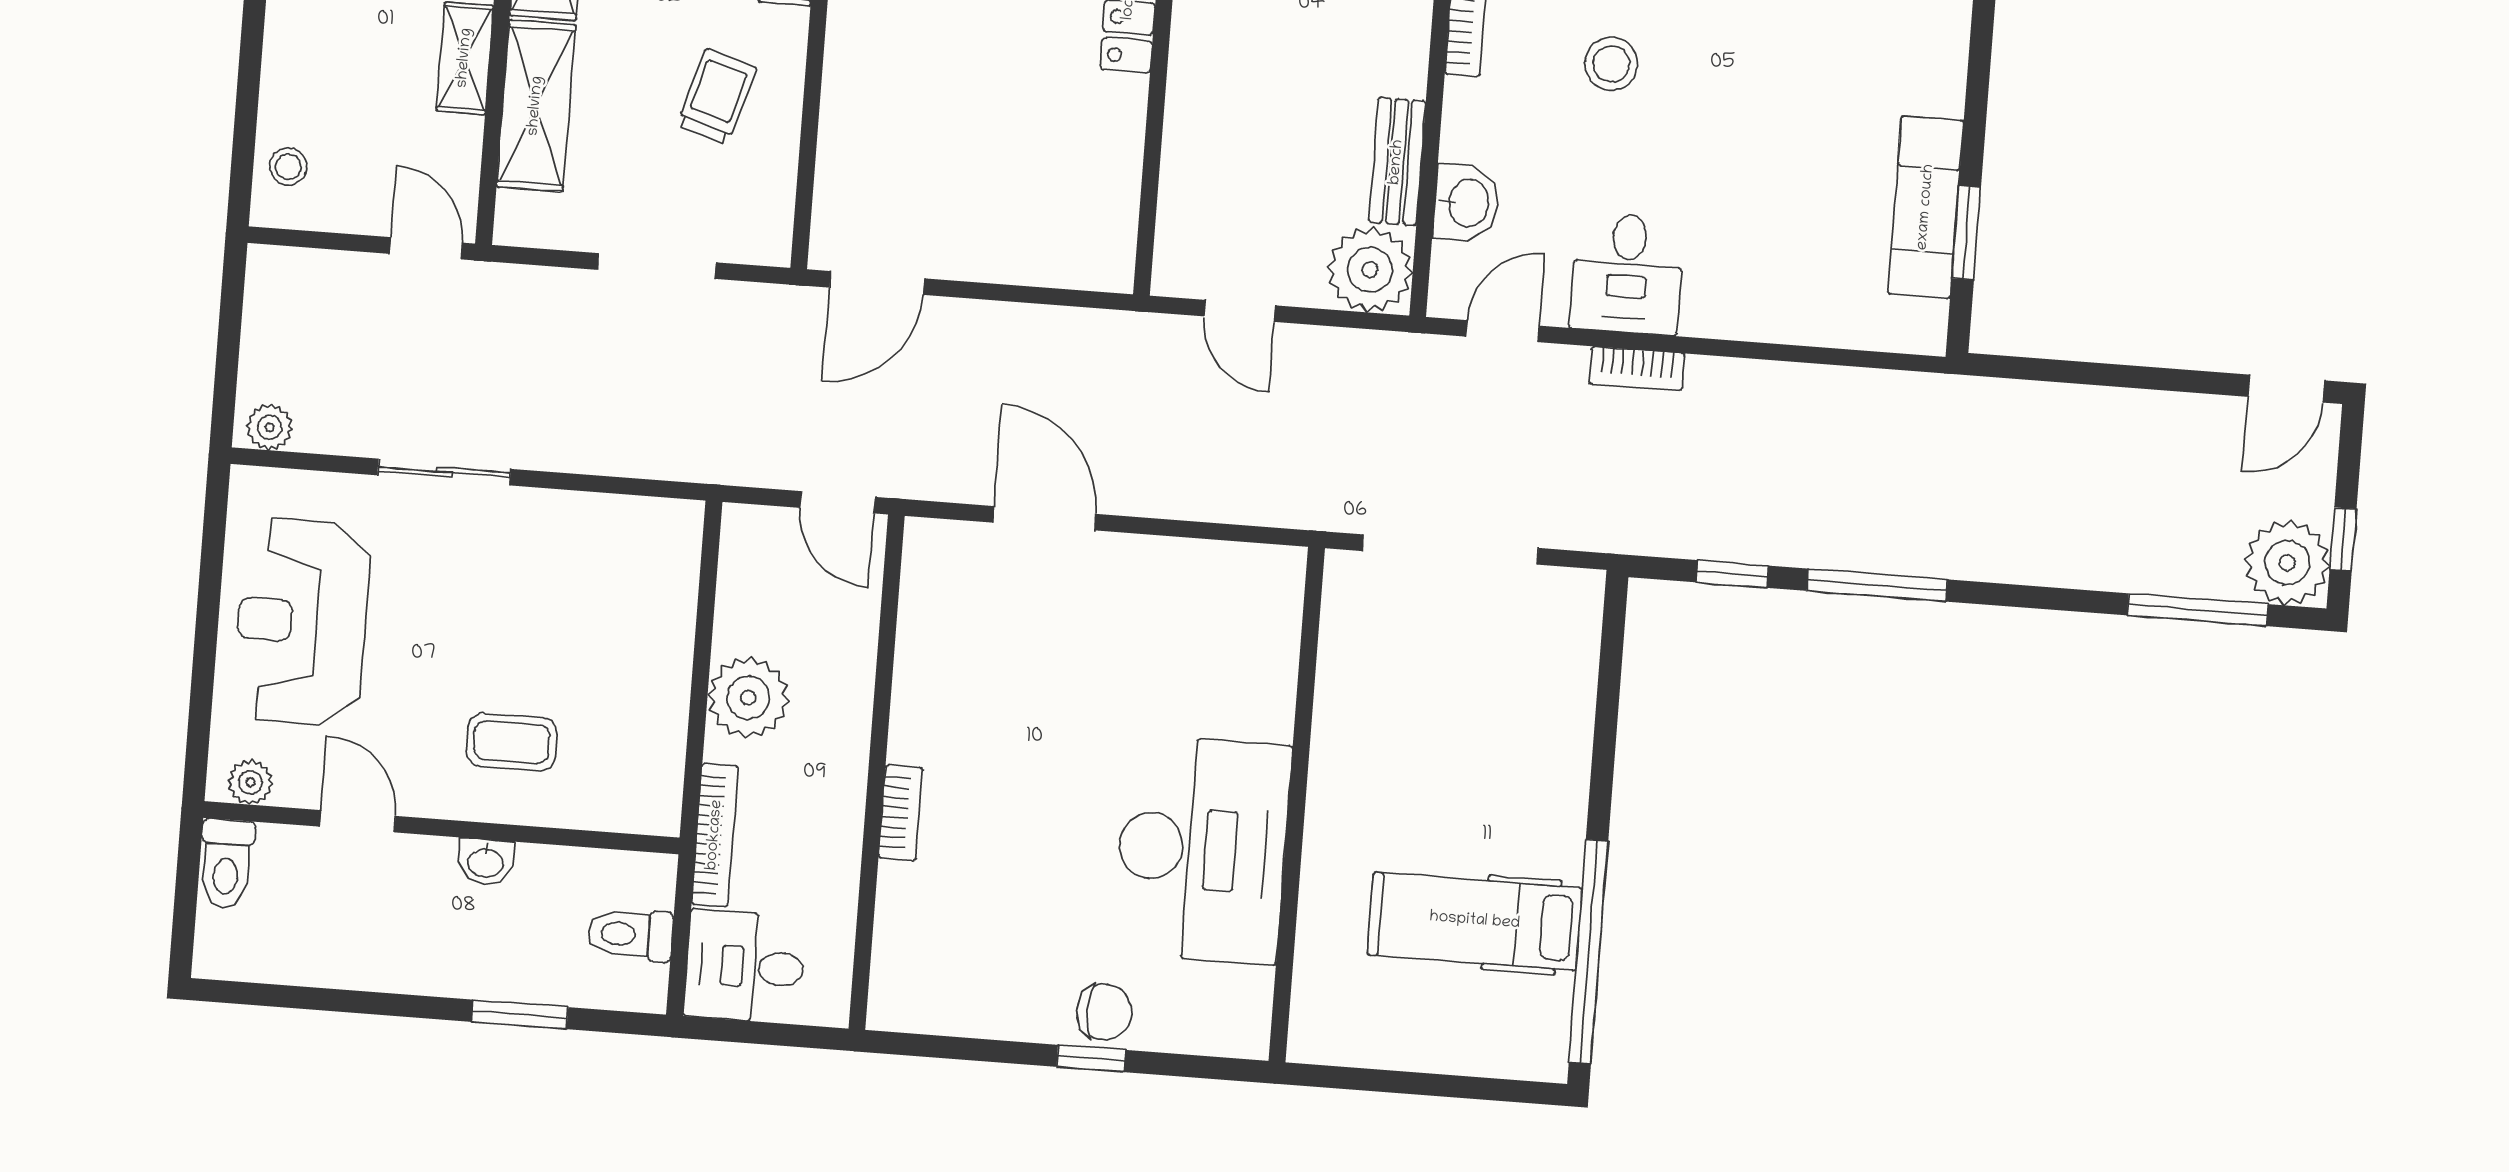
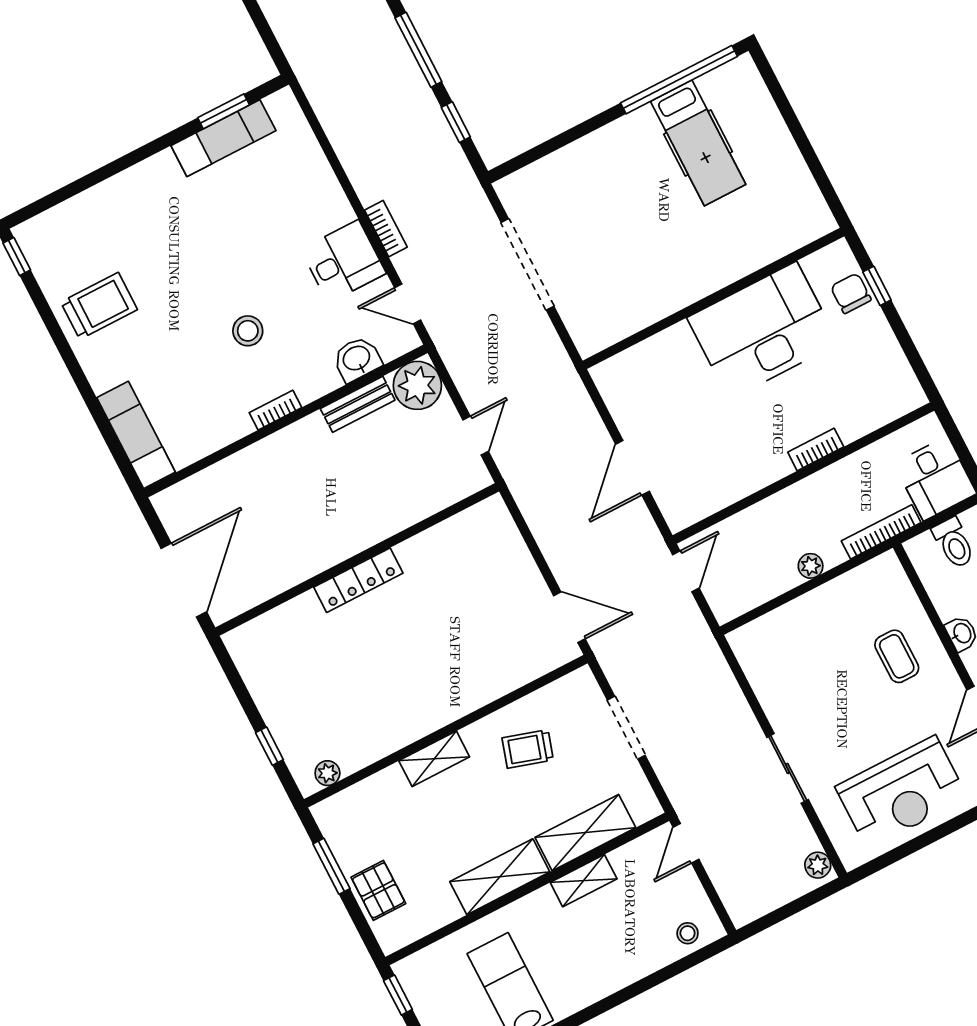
plant: (748, 698) -> (811, 566), width x0.53, depth x0.53
wall: (1297, 805) -> (713, 299), moved
desk: (1202, 849) -> (763, 330), moved

